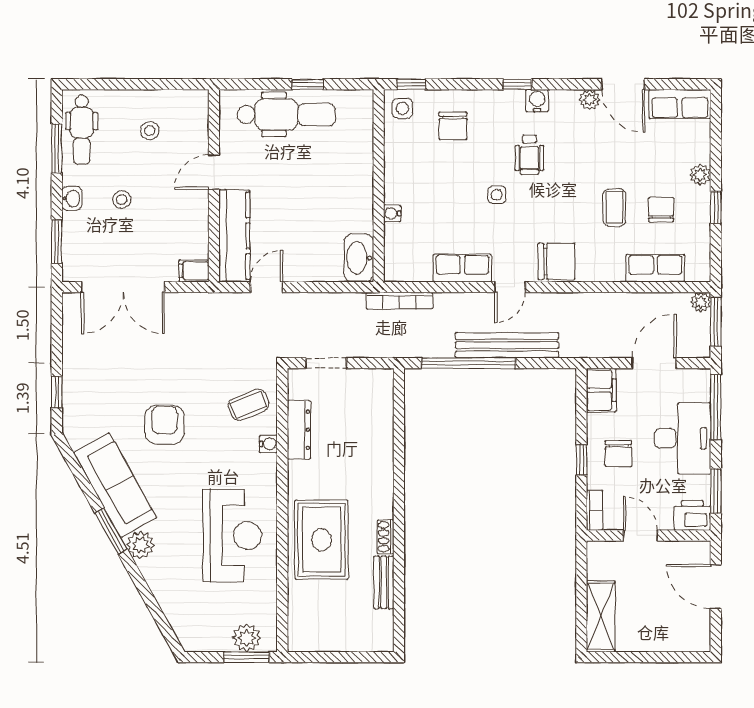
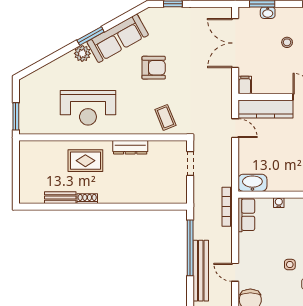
washbasin: (72, 198) -> (268, 13), moved
row of seats: (462, 268) -> (246, 215), moved
dresser: (299, 430) -> (130, 147), moved
water cooler: (268, 444) -> (142, 129), removed
rug: (322, 540) -> (85, 161), width x0.73, depth x0.70
plant: (247, 638) -> (27, 116), removed

